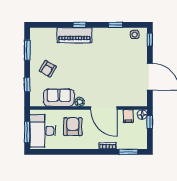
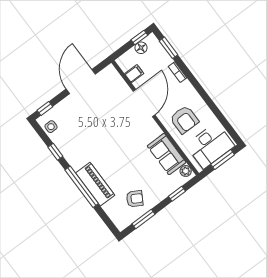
window: (79, 25) -> (82, 187), width x3.17
armchair: (48, 69) -> (135, 199), moved
plant: (80, 102) -> (186, 171), moved
floor lamp: (142, 115) -> (141, 48), moved
window: (150, 122) -> (139, 37), moved
armchair: (73, 127) -> (184, 120), turned -90

